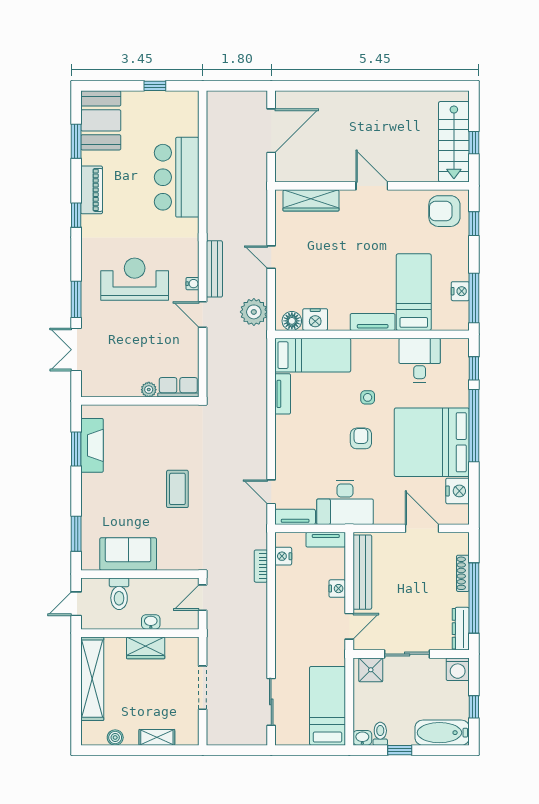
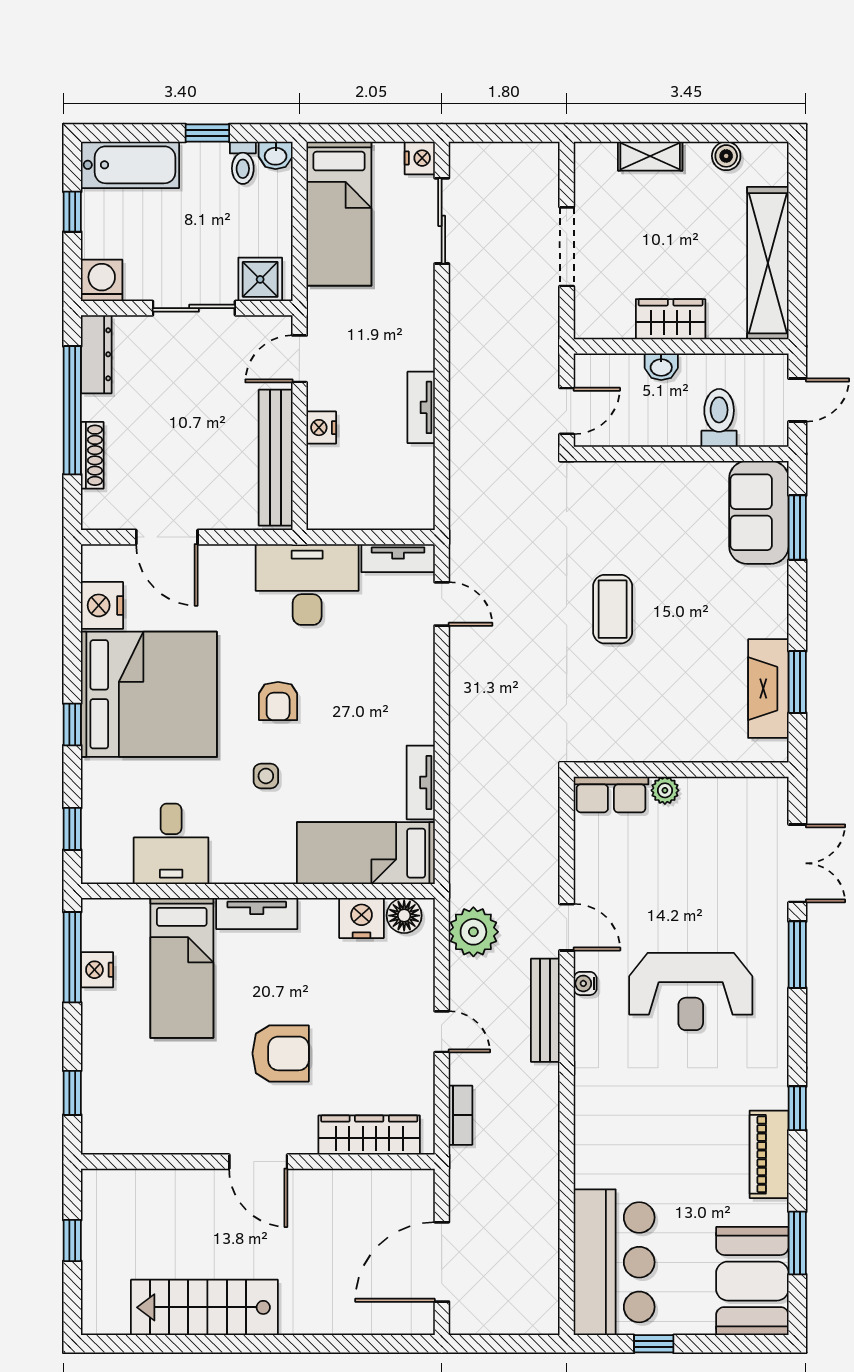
stairs: (454, 142) -> (204, 1307), moved, turned -90
bar counter: (177, 177) -> (614, 1262), moved
armchair: (444, 211) -> (281, 1053), moved
window: (474, 426) -> (72, 724), width x0.32
tv unit: (326, 540) -> (421, 407), moved, turned -90
sofa: (128, 554) -> (759, 512), moved, turned 90
nightstand: (283, 556) -> (420, 158), moved
bookcase: (261, 566) -> (460, 1115), moved

